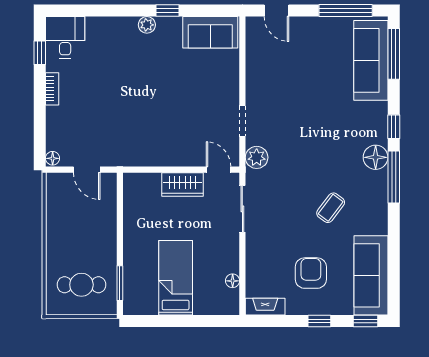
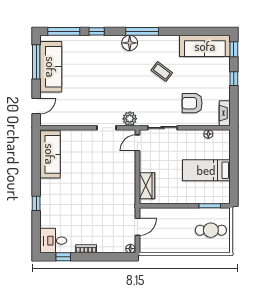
window: (167, 10) -> (36, 203), moved
plant: (147, 25) -> (45, 189), removed
sofa: (210, 32) -> (50, 154), width x1.36
sofa: (371, 60) -> (51, 67), moved, turned -90
window: (394, 127) -> (97, 31), moved
wardrobe: (183, 185) -> (147, 186), moved
armchair: (311, 273) -> (192, 103), moved
cafe table: (81, 285) -> (211, 230), turned 90

